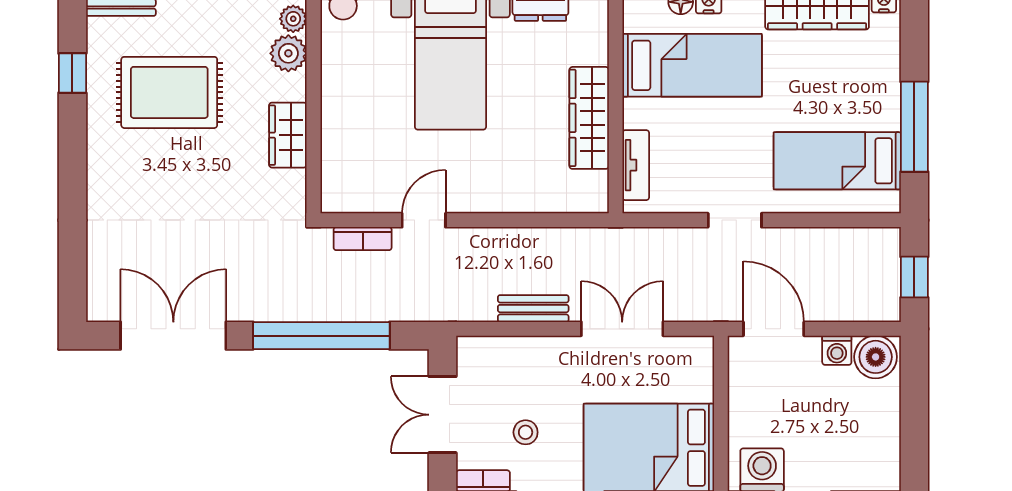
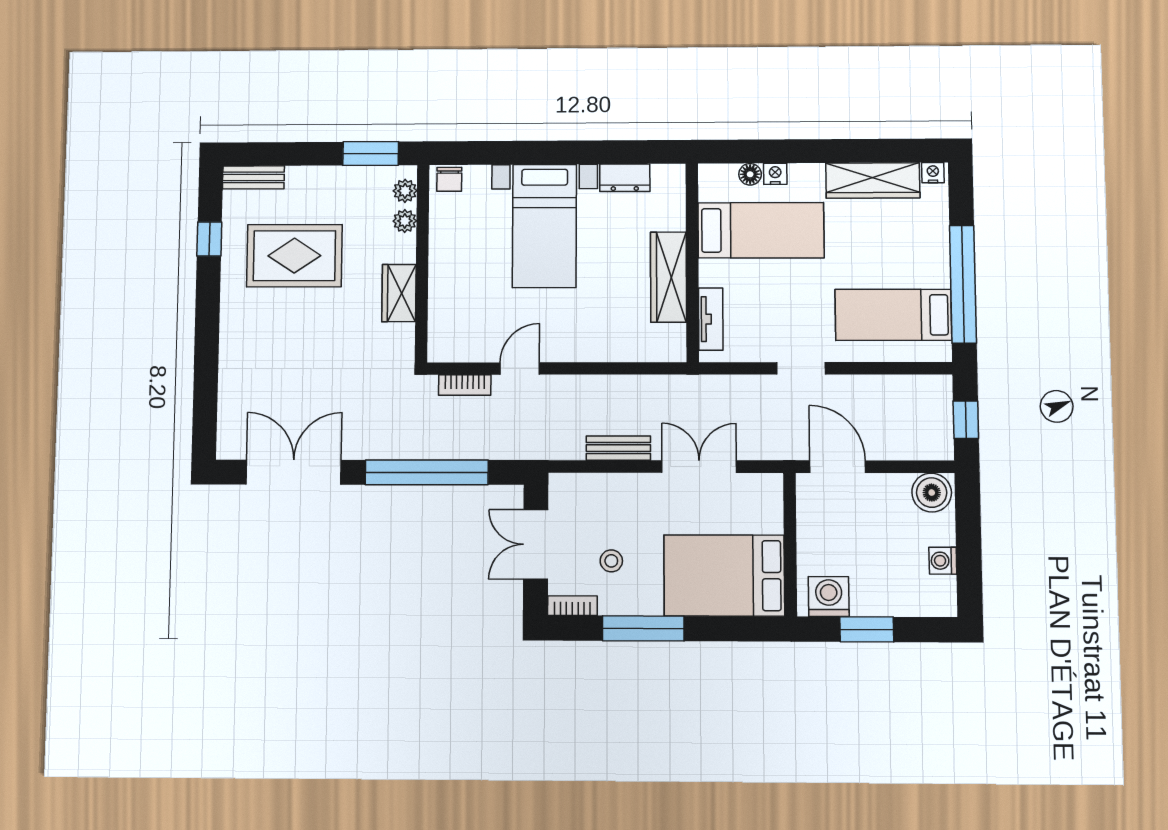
plant: (288, 53) -> (405, 221), width x0.73, depth x0.73
window: (914, 127) -> (963, 284), width x1.46
washing machine: (837, 350) -> (943, 561), moved, turned 90

